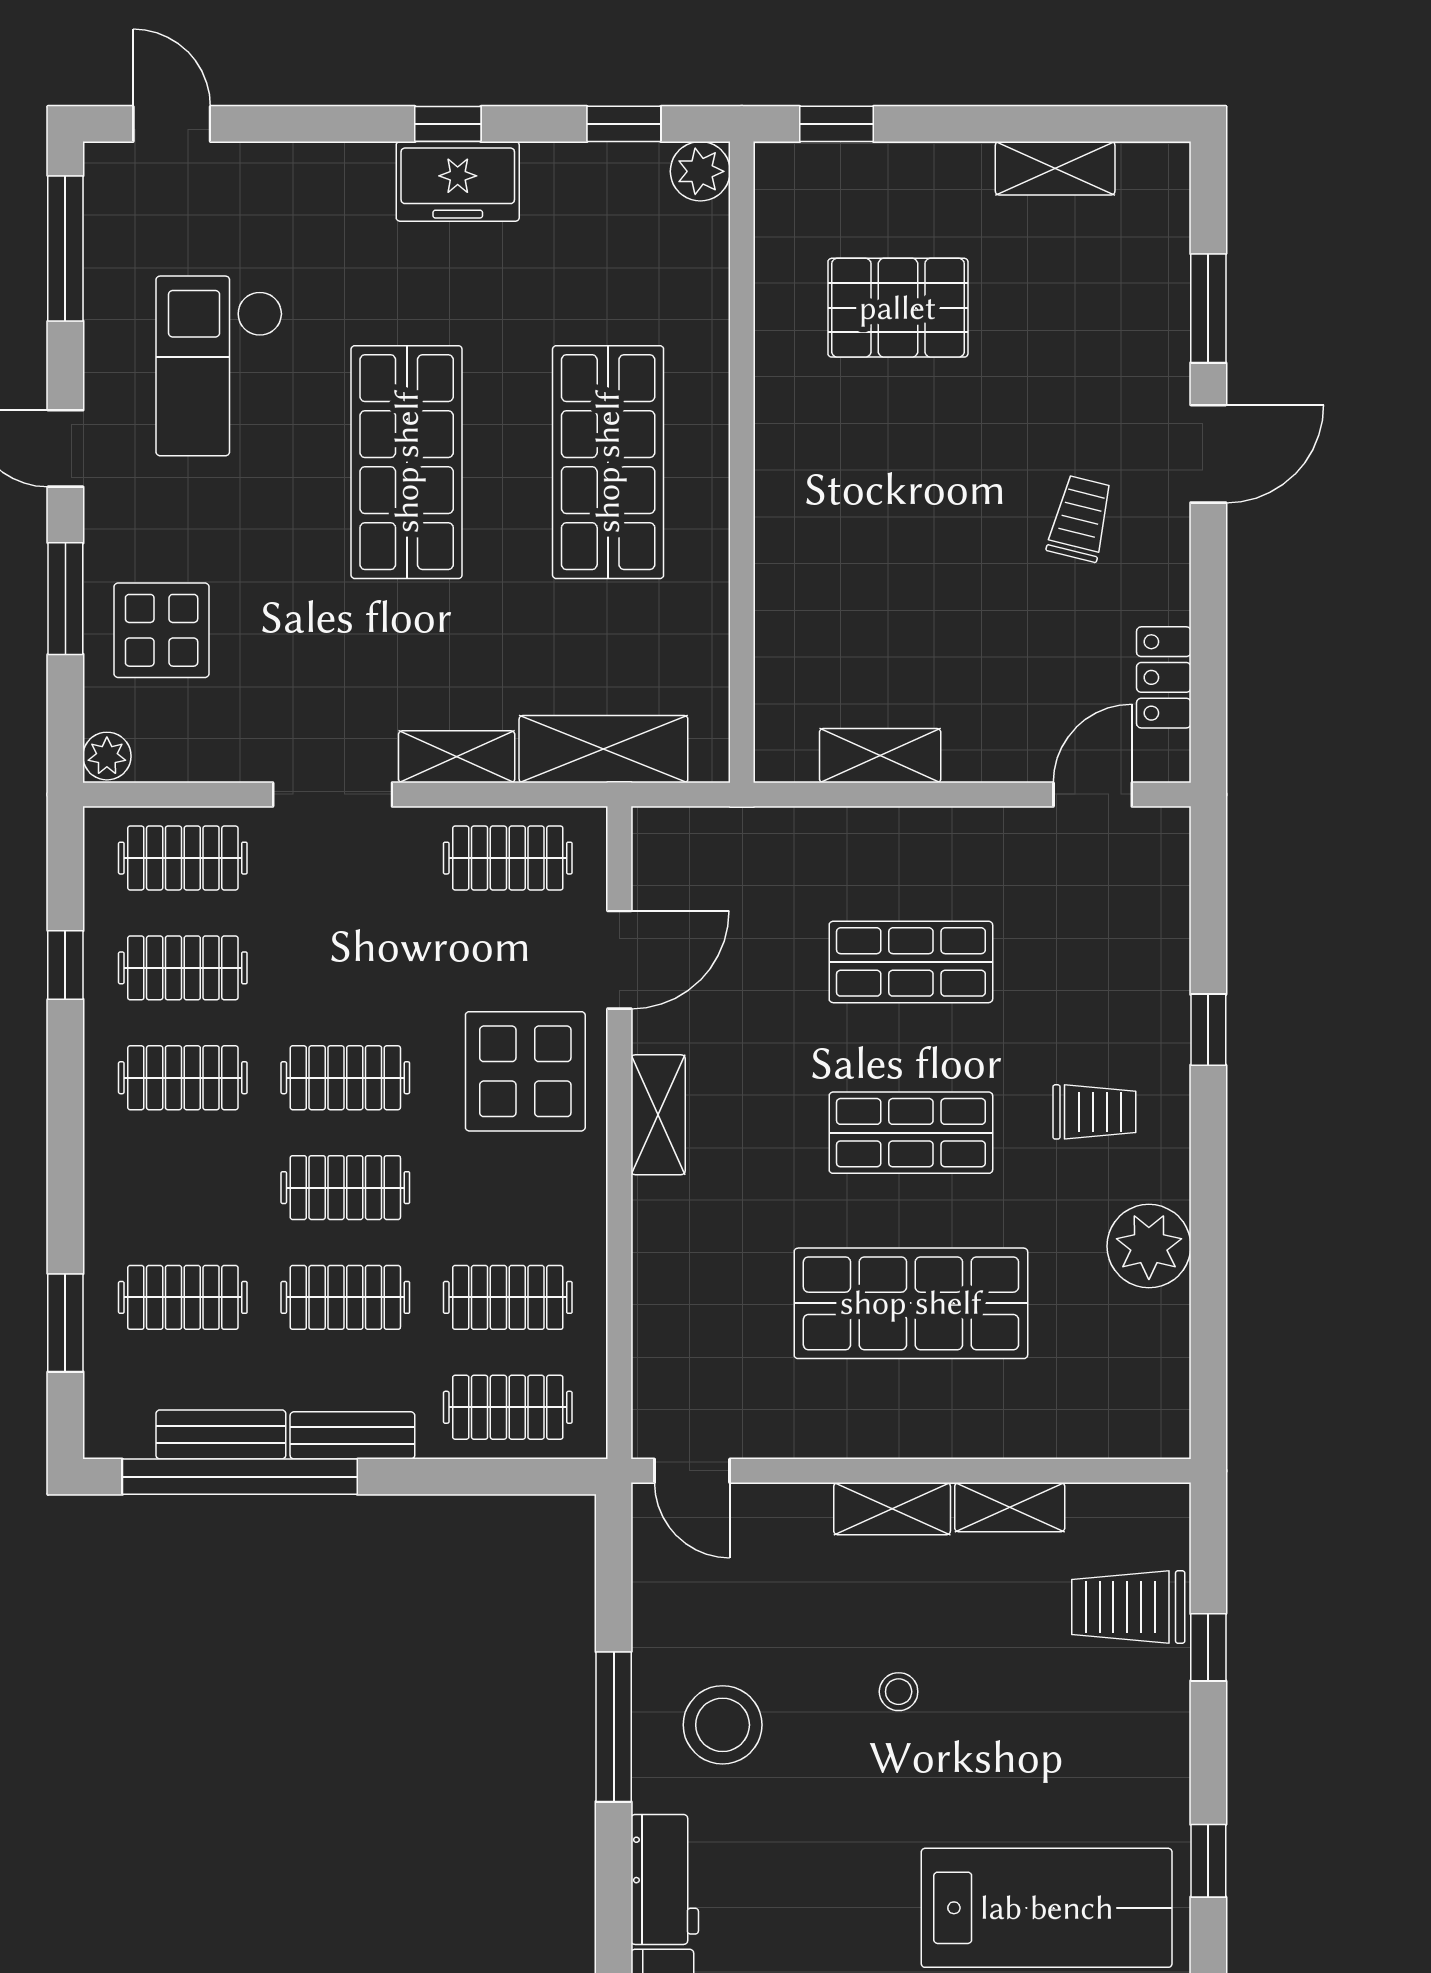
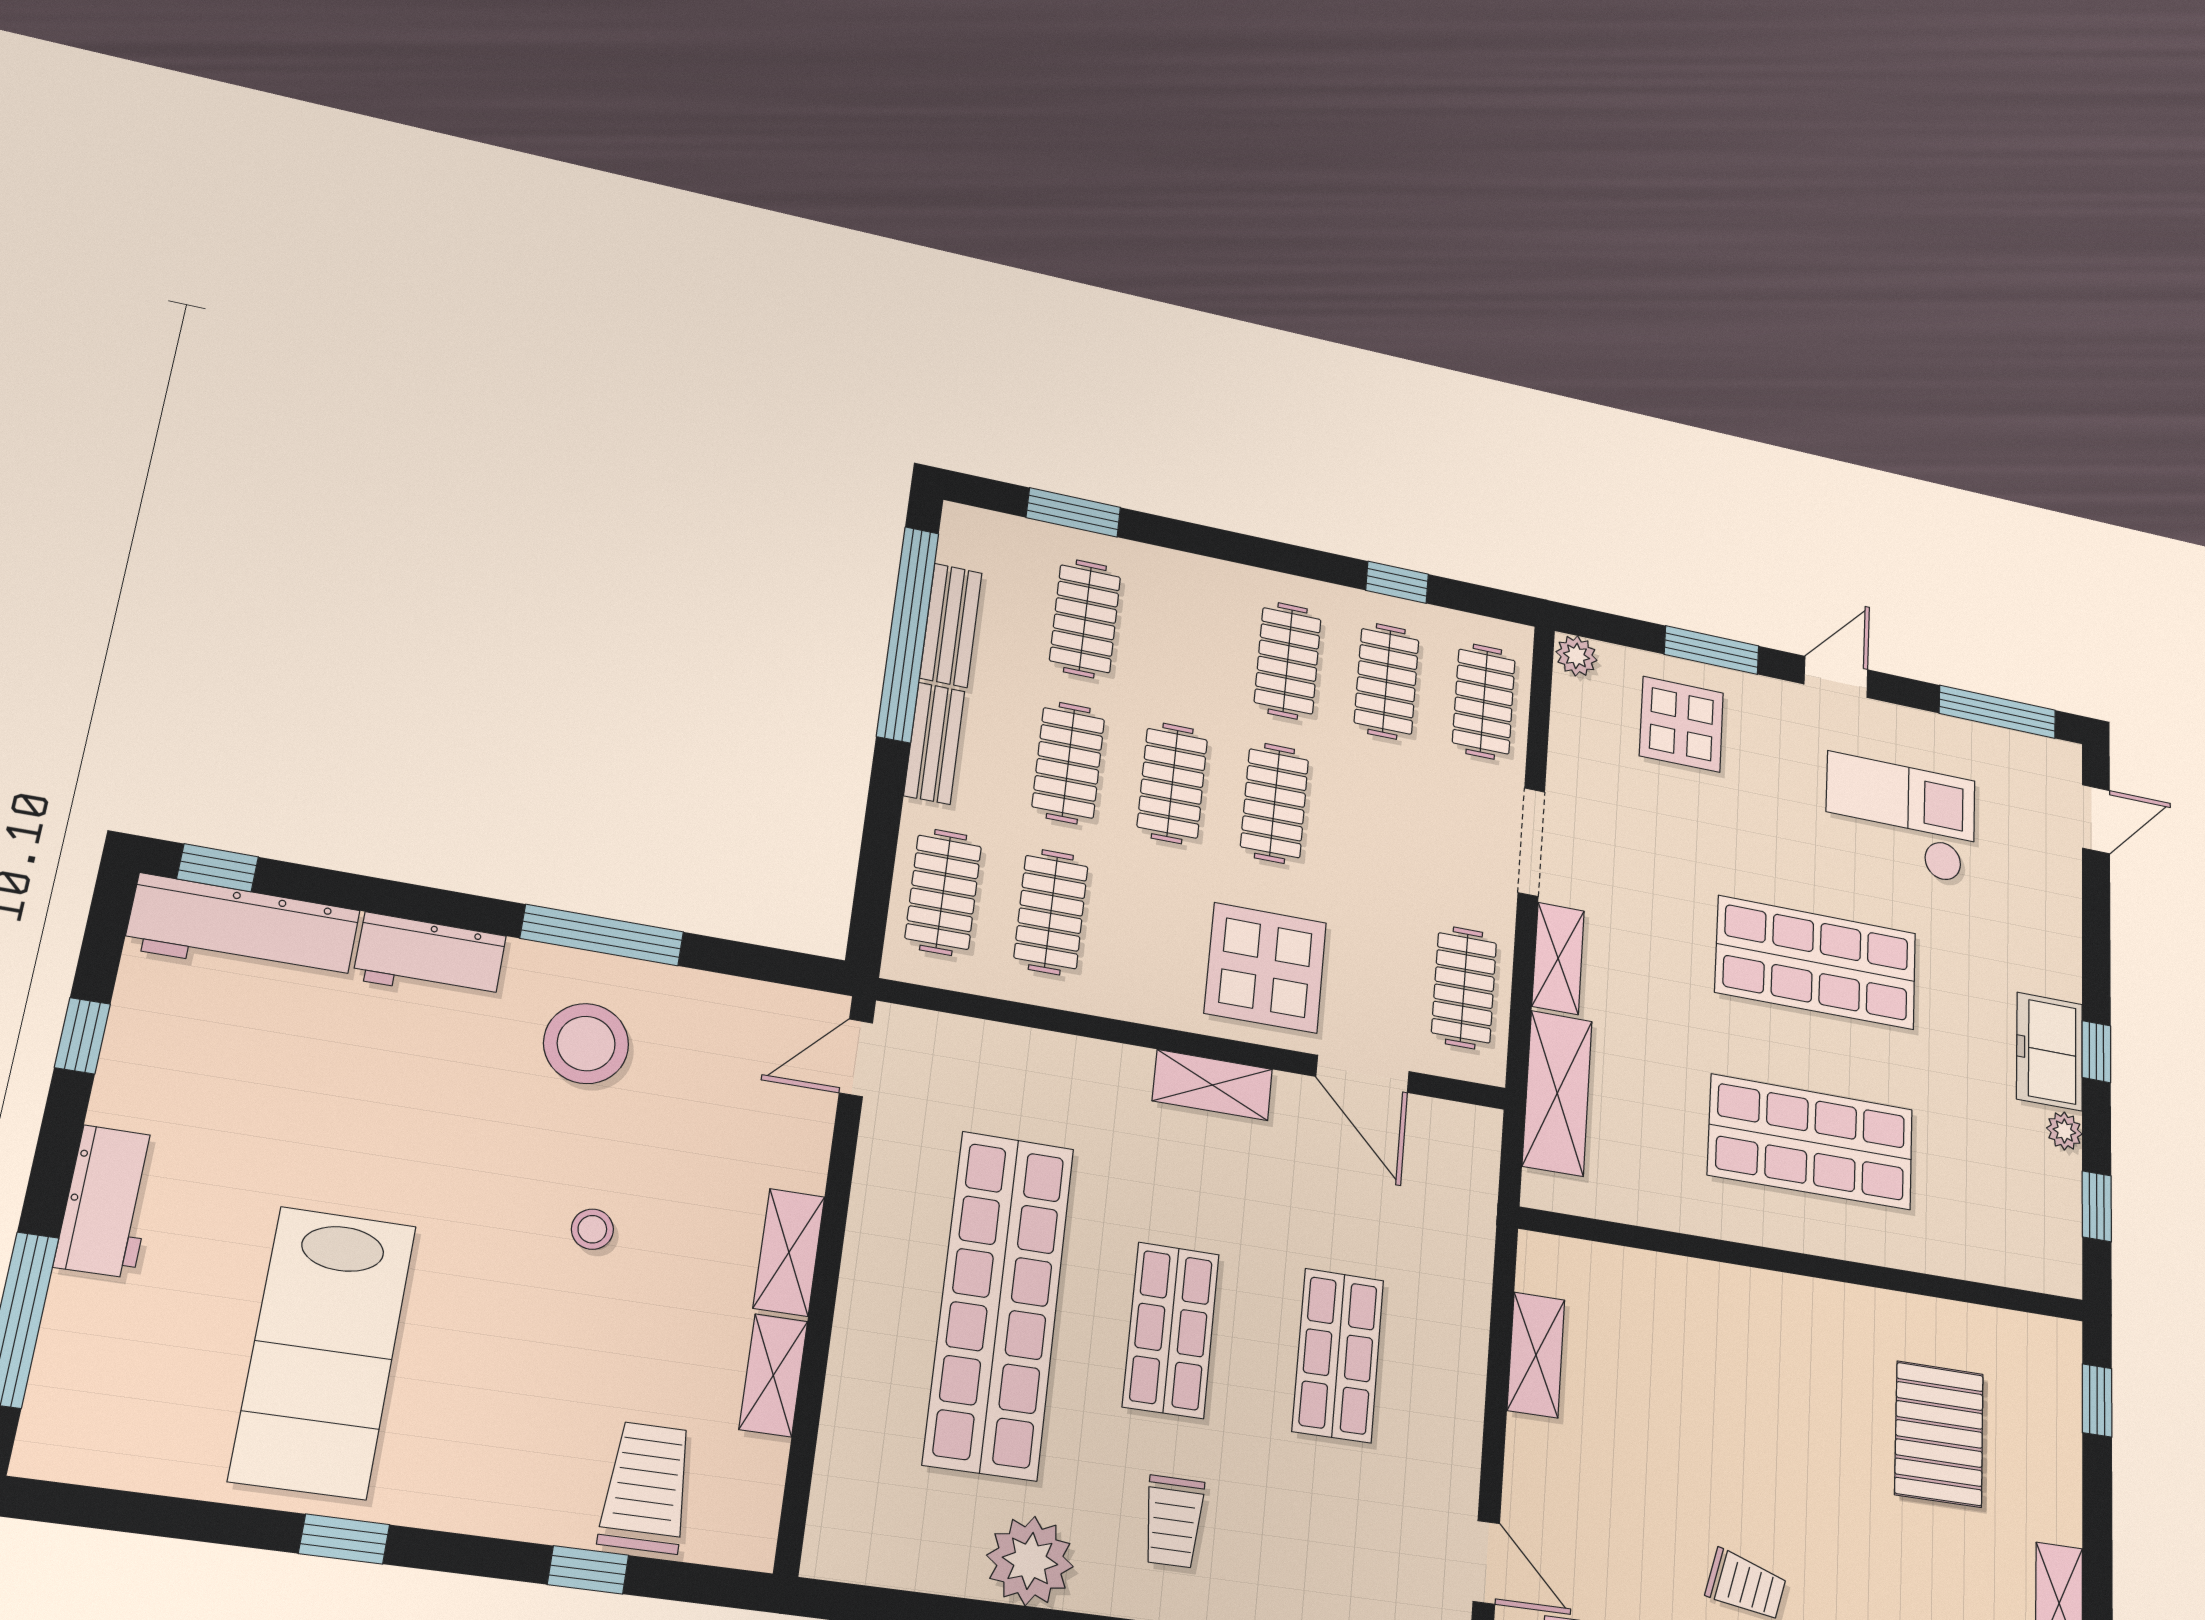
plant: (700, 171) -> (2064, 1131), moved, width x0.73, depth x0.73
shop shelf: (911, 1303) -> (999, 1304), width x1.40

